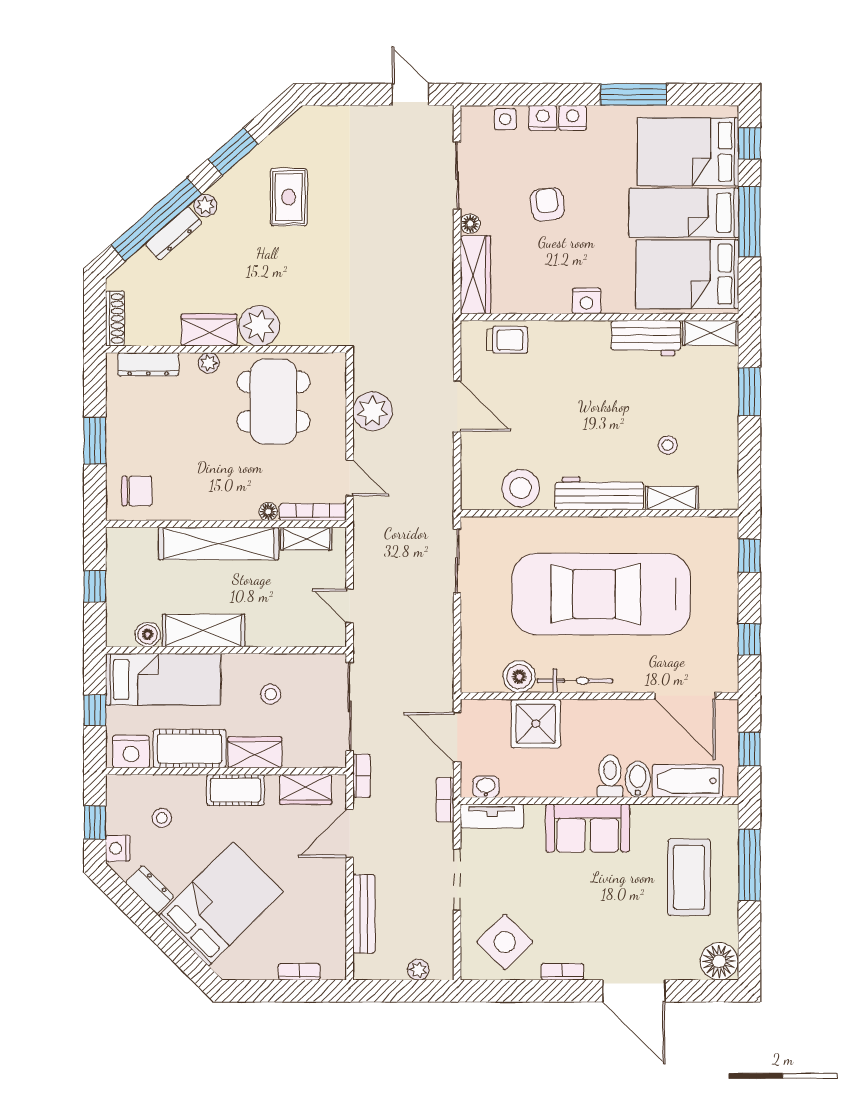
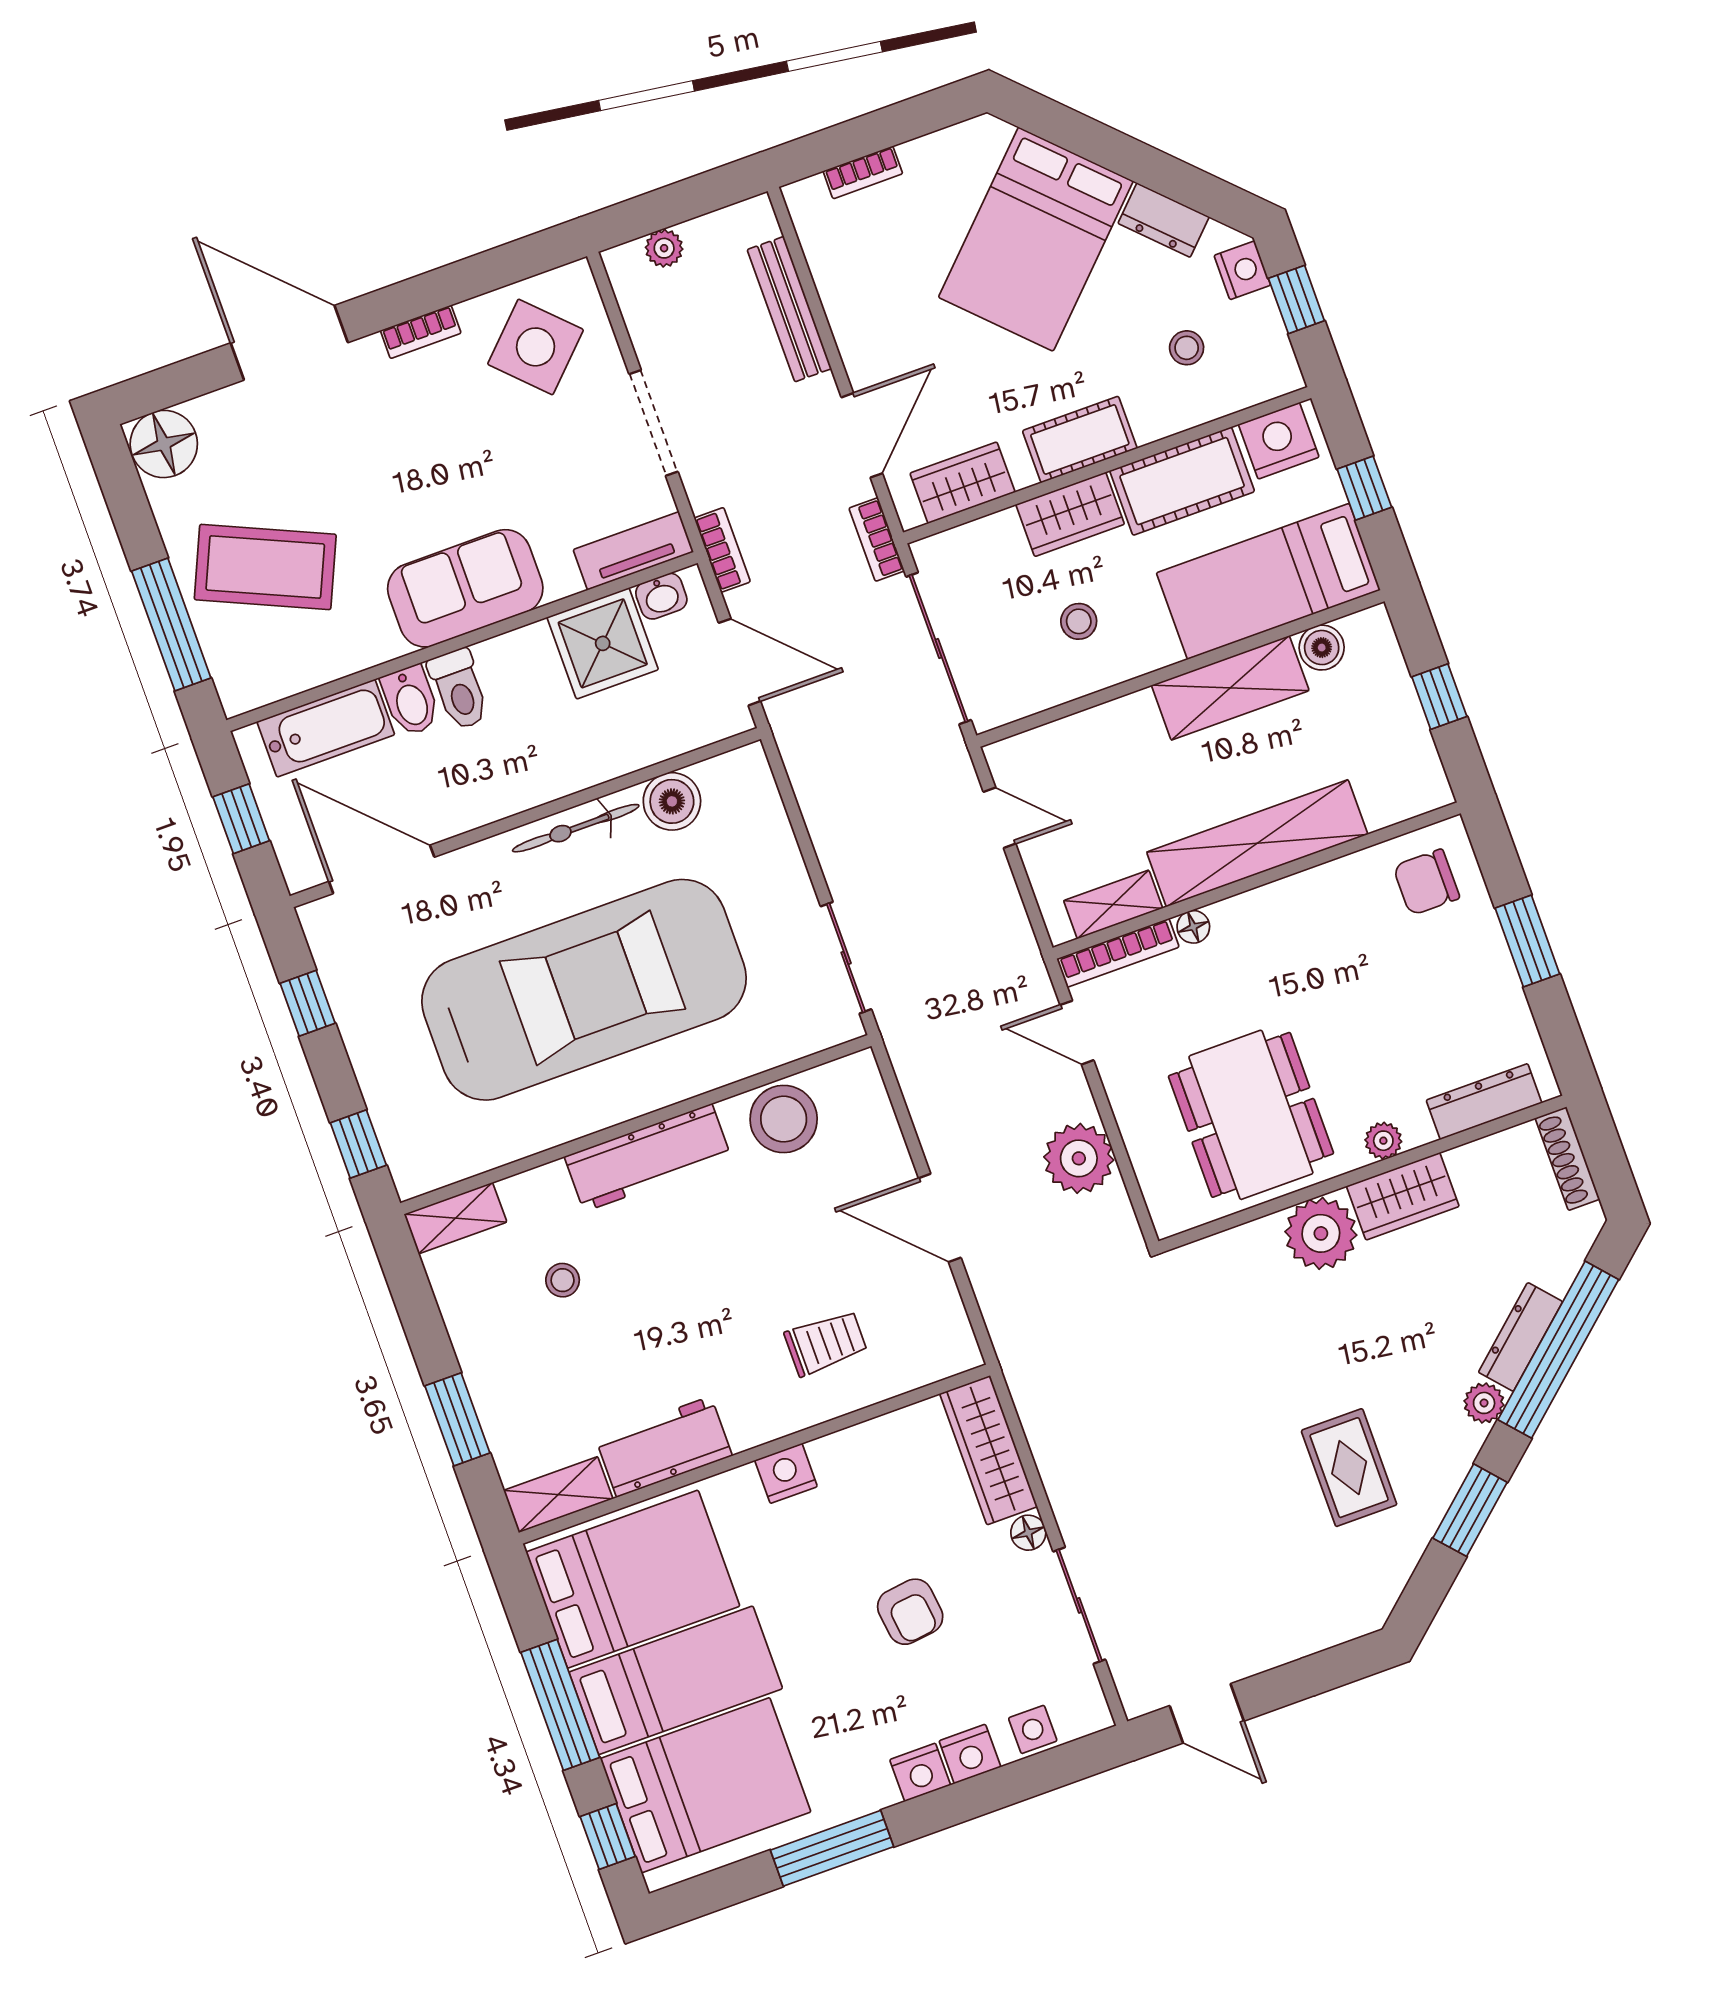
trolley: (507, 340) -> (826, 1343), moved, turned 180
shelving: (672, 498) -> (455, 1218), moved
shower: (536, 724) -> (603, 643), moved
coffee table: (689, 877) -> (265, 567), turned -66

